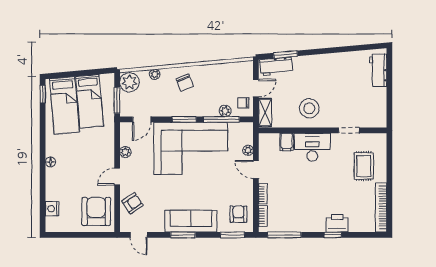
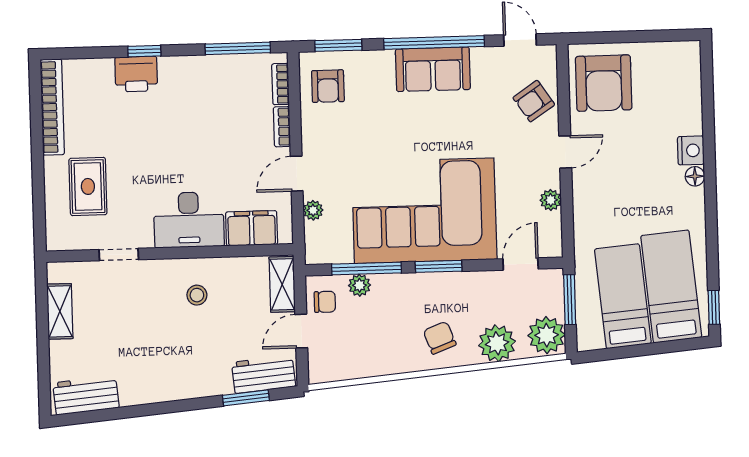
workbench: (378, 70) -> (86, 395), moved, turned -95
plant: (155, 74) -> (497, 343), width x1.88, depth x1.88
shelving: (380, 102) -> (60, 311), added
stool: (309, 108) -> (197, 295), width x0.53, depth x0.53
filing cabinet: (287, 142) -> (252, 228), width x2.00
door: (256, 169) -> (297, 174), swing flipped
nightstand: (52, 209) -> (691, 150), moved
sofa: (191, 221) -> (433, 69), width x0.73
window: (183, 235) -> (434, 43), width x2.11

